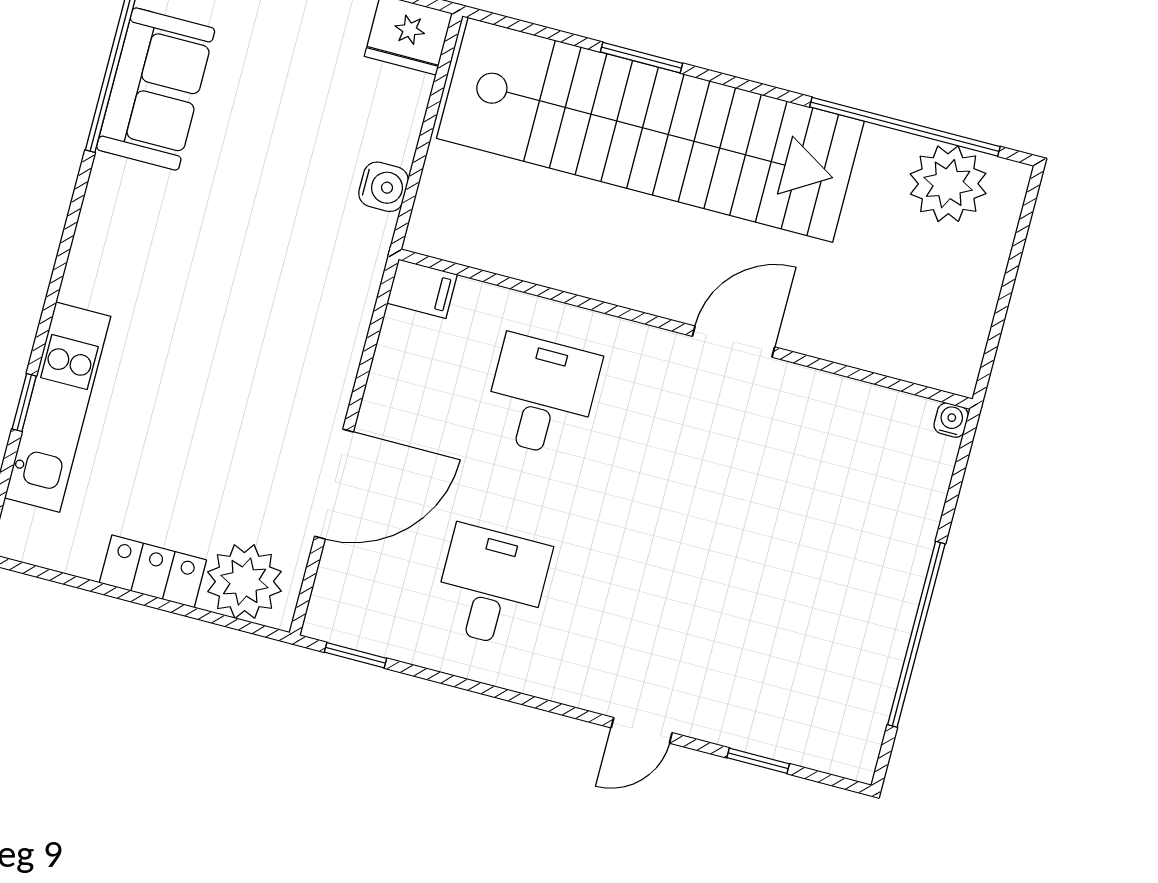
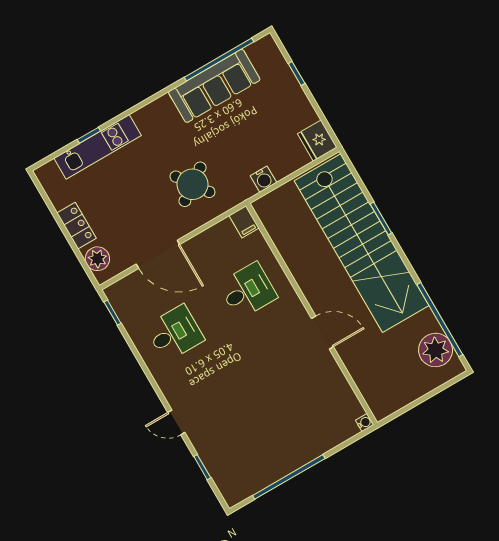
sofa: (156, 89) -> (214, 86), width x1.36
round table: (275, 312) -> (193, 184), added
plant: (244, 582) -> (97, 259), width x0.73, depth x0.73

